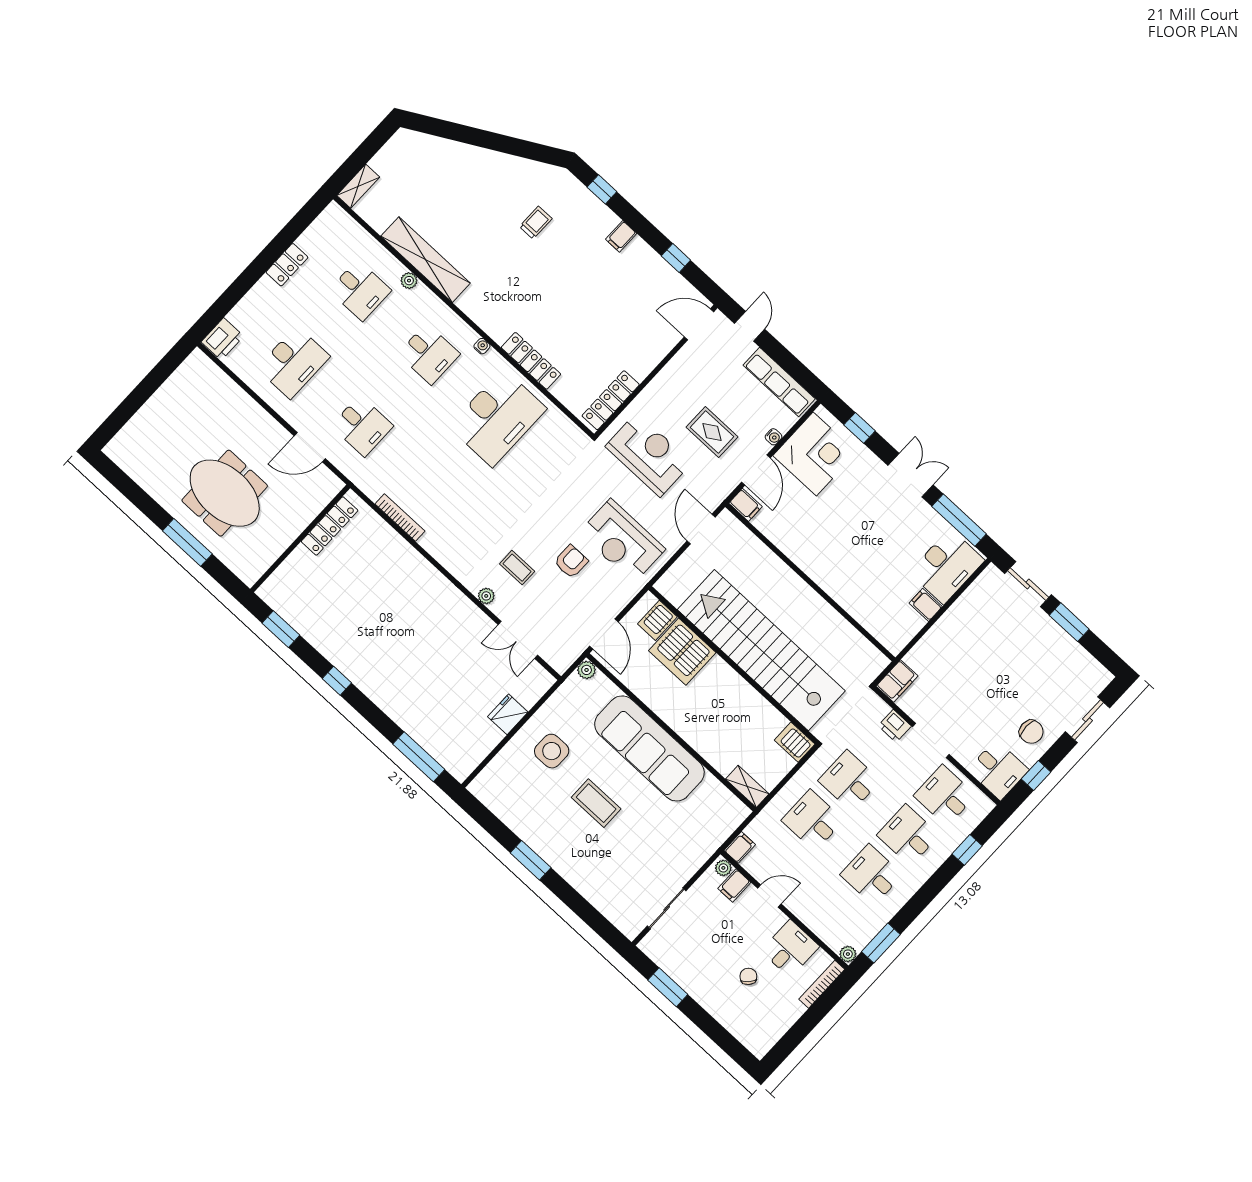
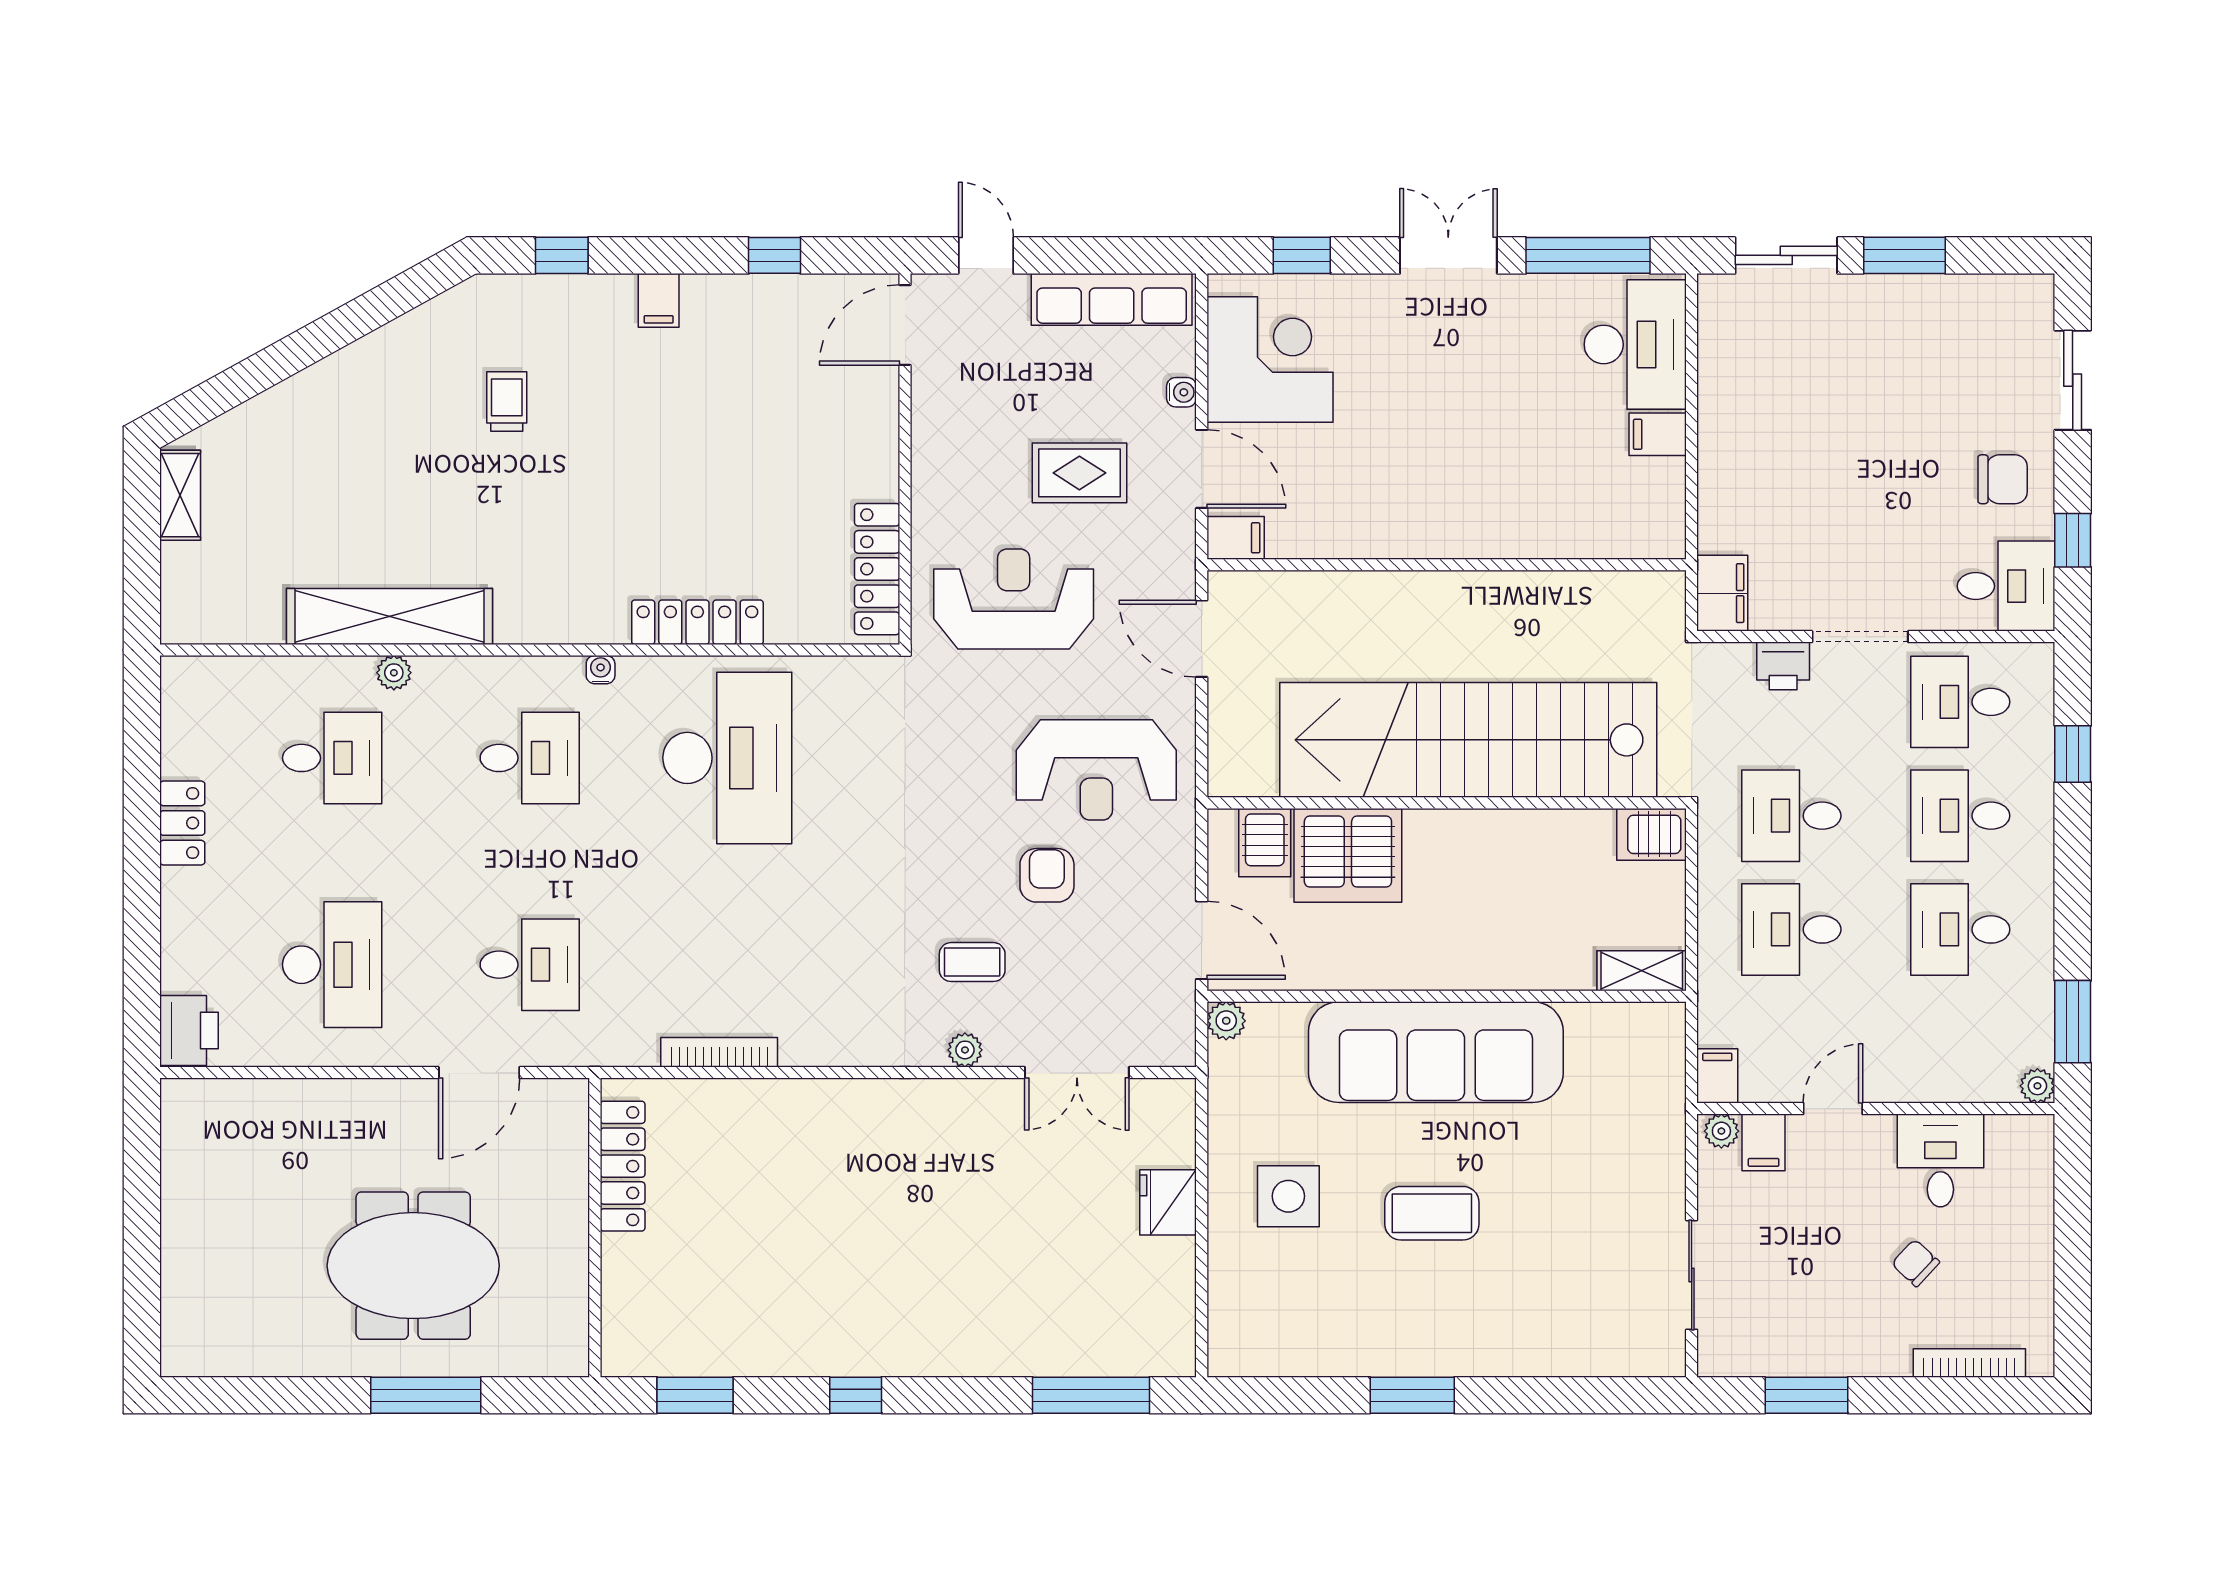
shelving: (358, 186) -> (180, 495), moved
bookcase: (822, 984) -> (1969, 1363), moved, turned 90

